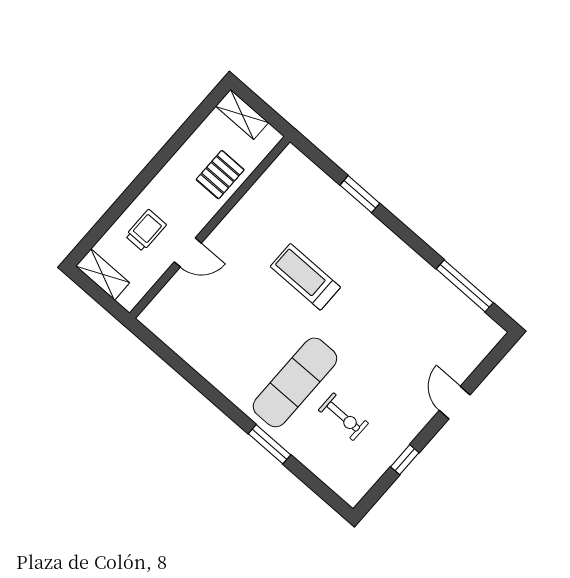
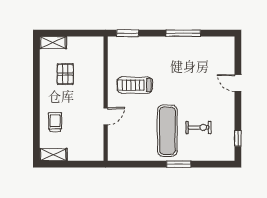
wall: (210, 227) -> (106, 99), moved
door: (188, 252) -> (106, 116), moved
window: (465, 286) -> (183, 33), moved
window: (405, 460) -> (238, 138), moved

